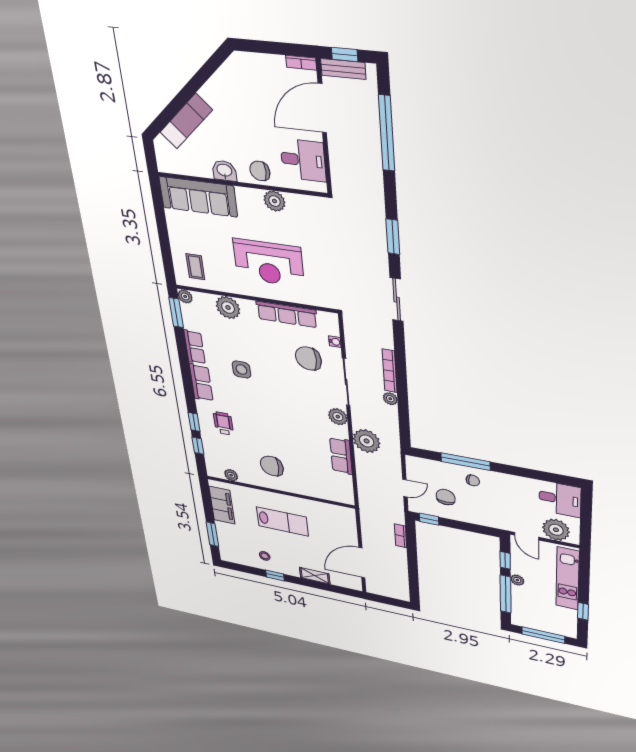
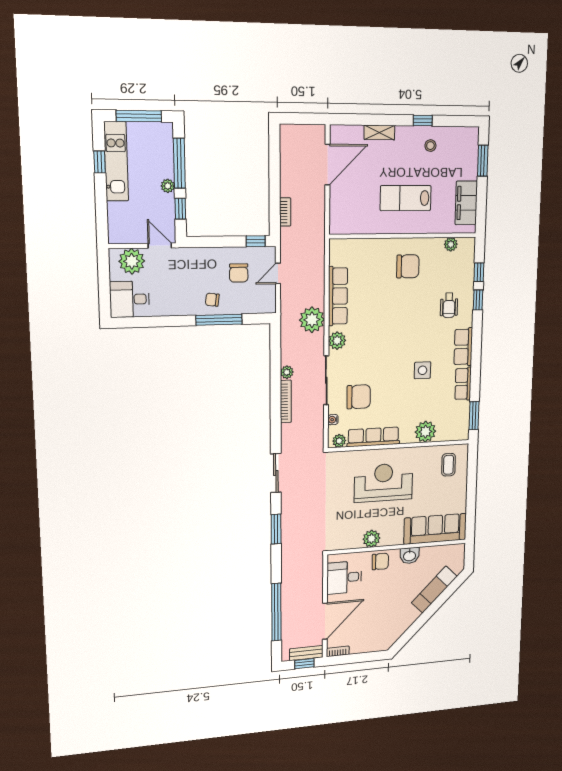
plant: (185, 296) -> (339, 441), moved
row of seats: (341, 456) -> (338, 296), width x1.48
kitchen unit: (568, 578) -> (116, 161), moved

